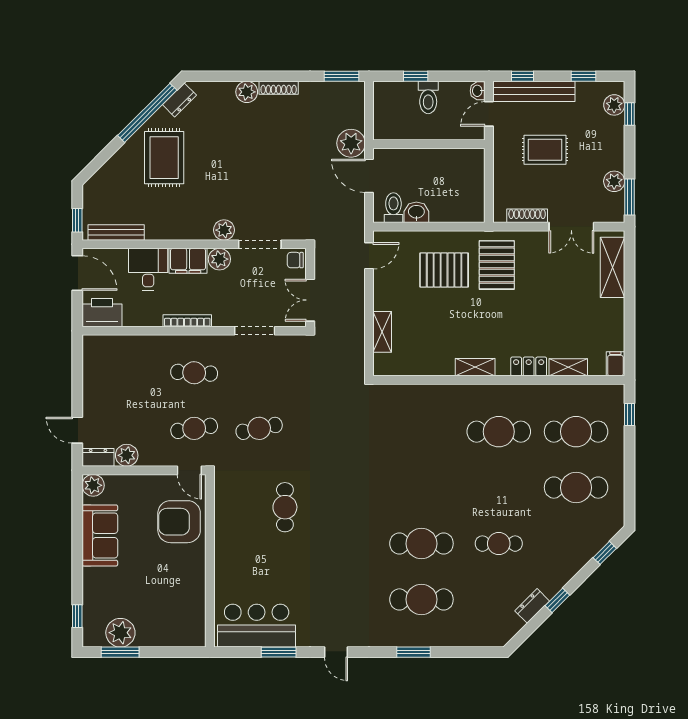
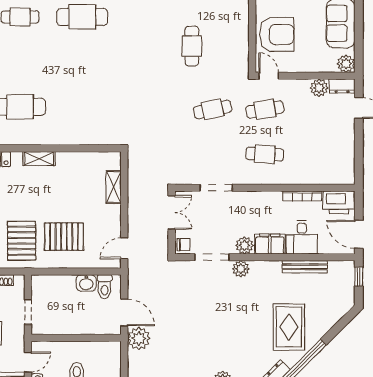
doorway: (489, 176) -> (28, 312), added
bench: (116, 233) -> (305, 267), moved
bookcase: (187, 321) -> (302, 196), moved

